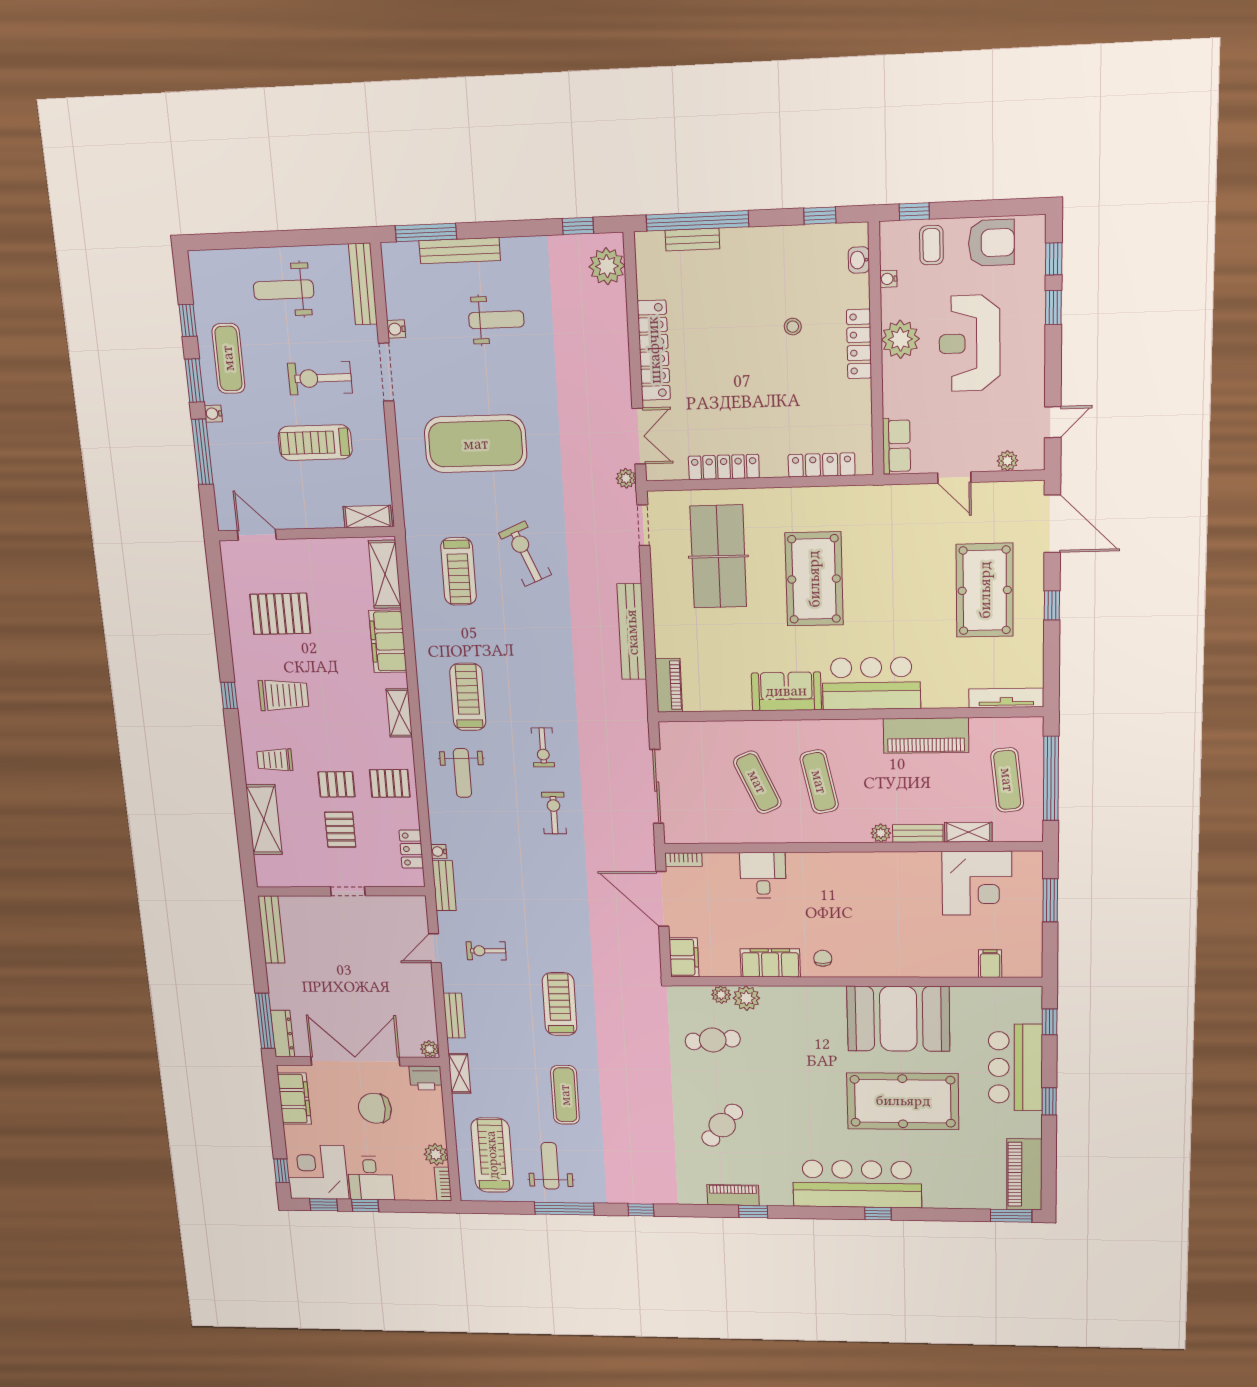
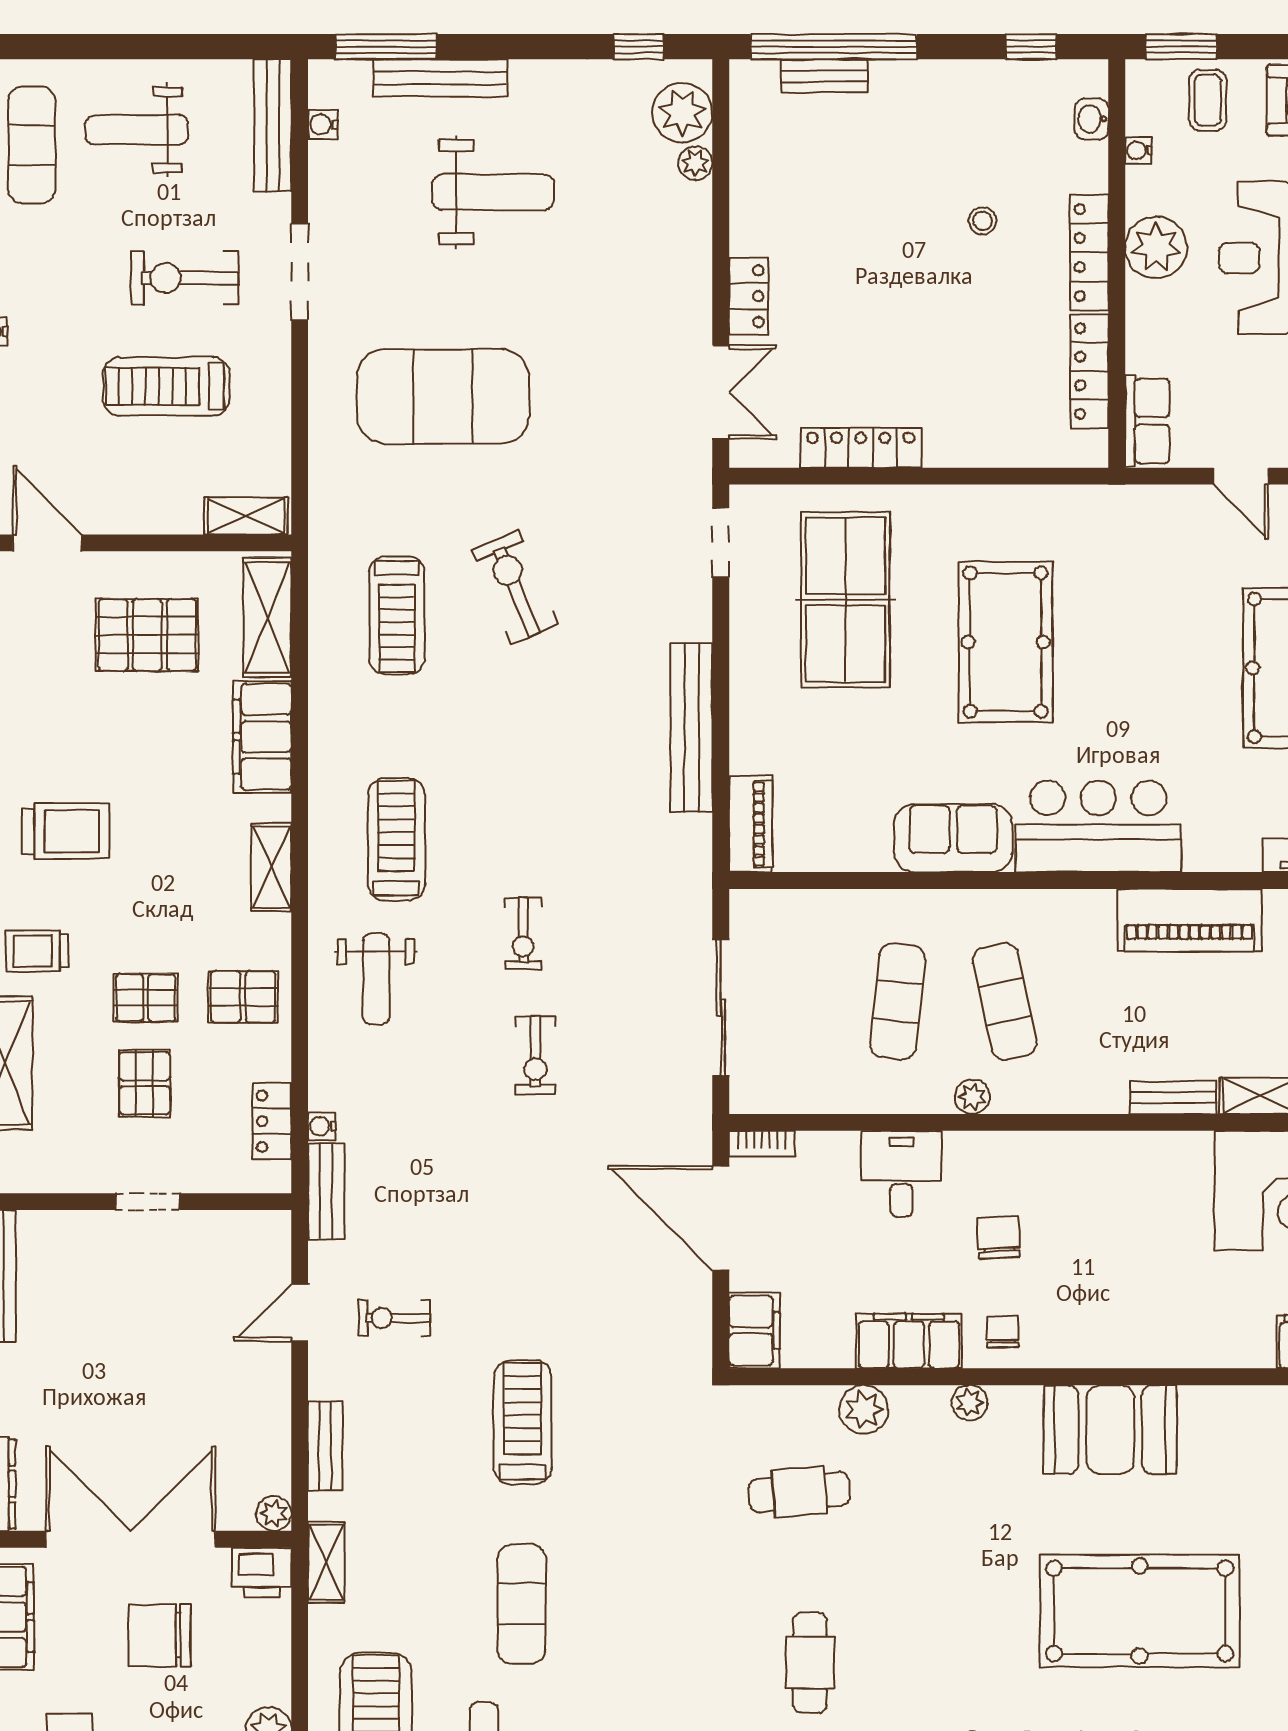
window: (914, 212) -> (1181, 47), width x1.50
weight bench: (496, 320) -> (493, 192), width x1.36, depth x1.33
water cooler: (396, 329) -> (323, 124), moved
locker: (654, 350) -> (749, 296), width x0.46, depth x0.83
exercise mat: (228, 358) -> (32, 145), moved
locker: (822, 465) -> (1090, 371), moved, turned -90
plant: (626, 478) -> (695, 163), moved
pallet: (280, 614) -> (147, 635), moved
exercise mat: (757, 782) -> (898, 1001), turned 30
exercise bike: (554, 813) -> (535, 1055), turned 180
plant: (881, 833) -> (972, 1097), moved
chair: (819, 909) -> (999, 1237), added
plant: (721, 995) -> (970, 1403), moved
booth: (898, 1019) -> (1110, 1430), width x0.73, depth x0.70
cafe table: (722, 1125) -> (810, 1663), turned -39

